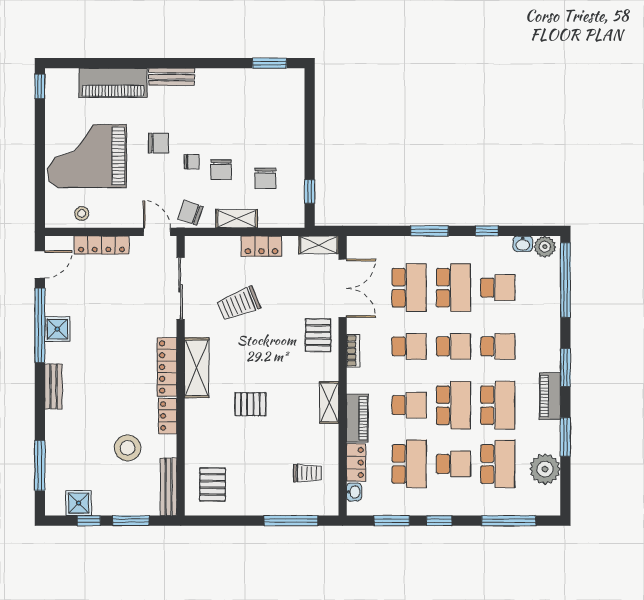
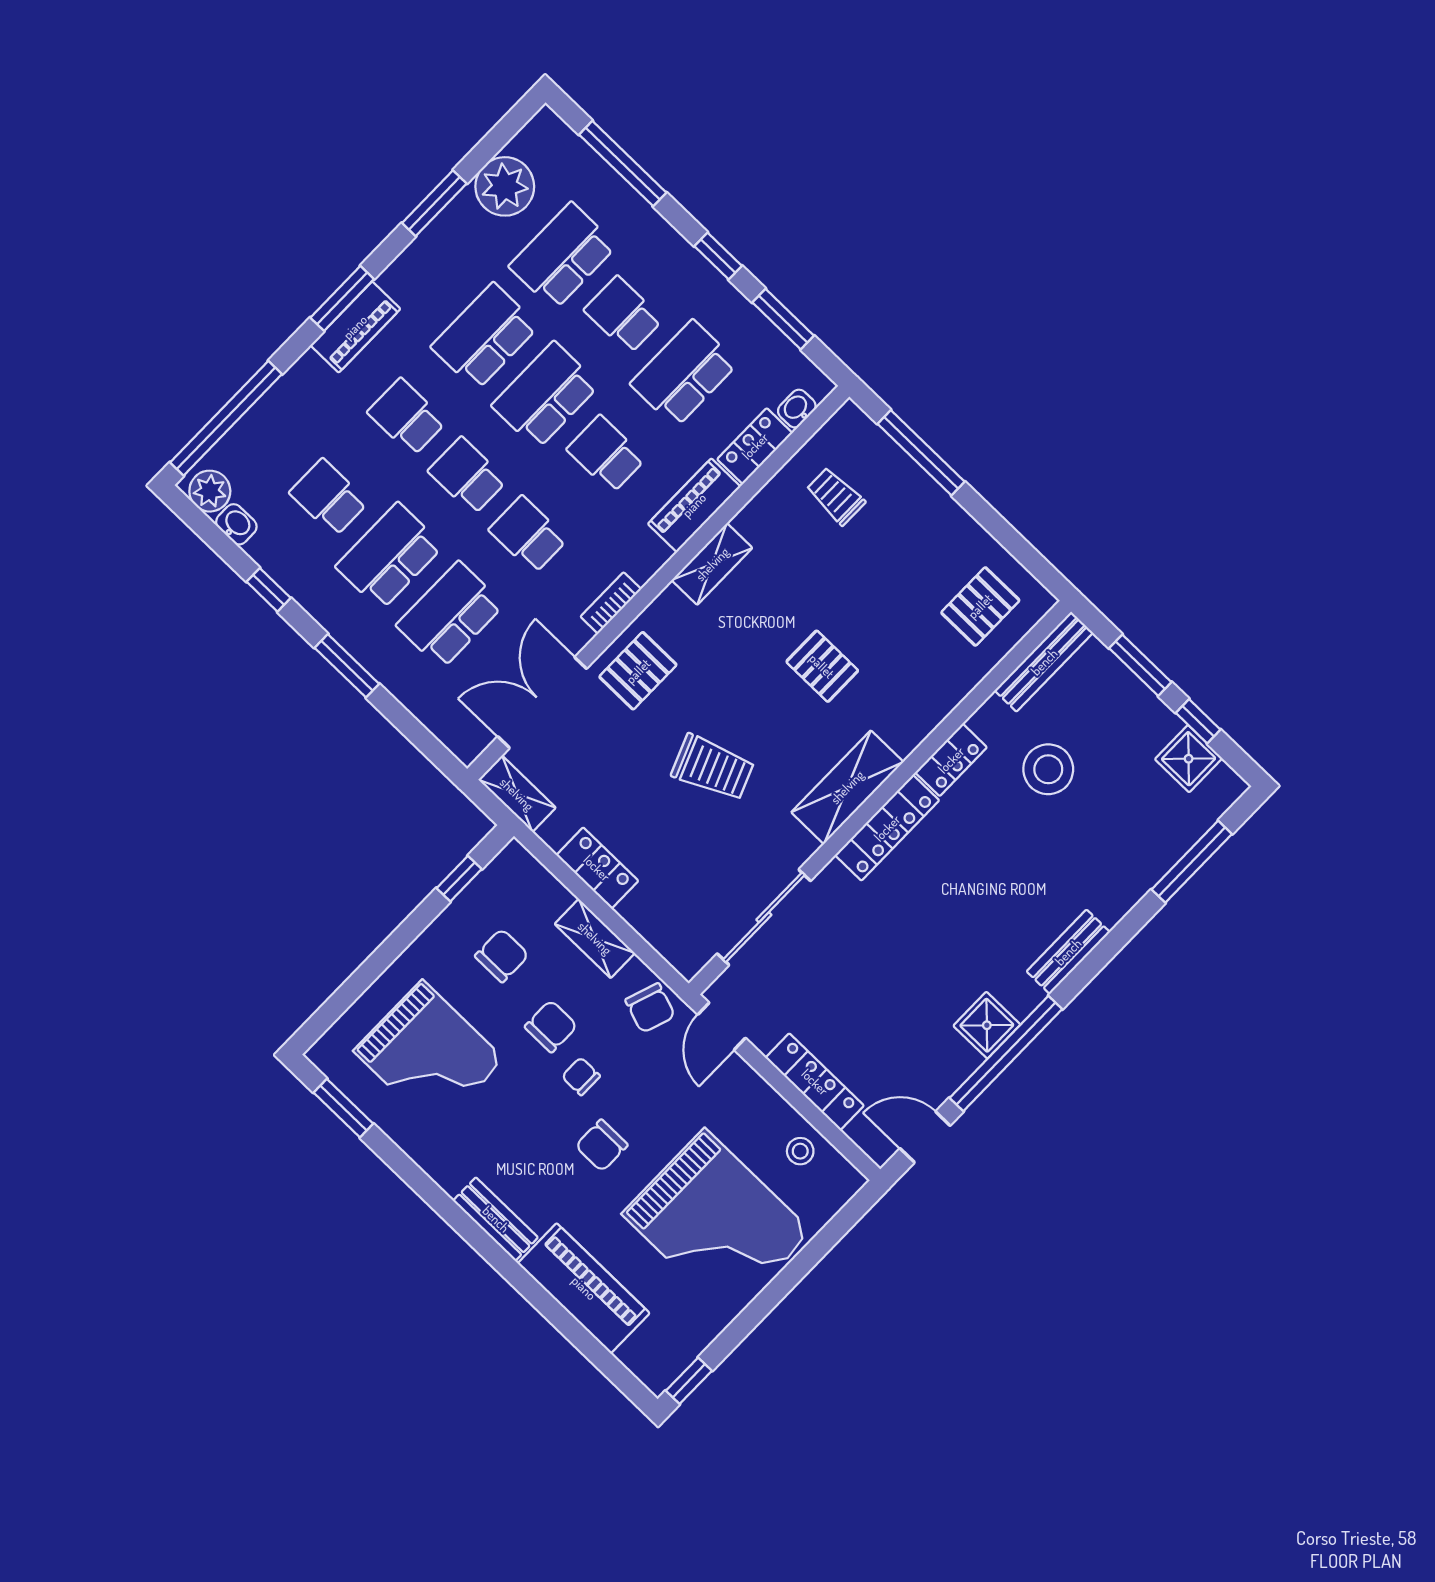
grand piano: (256, 114) -> (429, 1055), added
chair: (159, 143) -> (602, 1145), turned -90
trolley: (239, 304) -> (713, 768), moved
piano: (550, 396) -> (355, 327), moved

